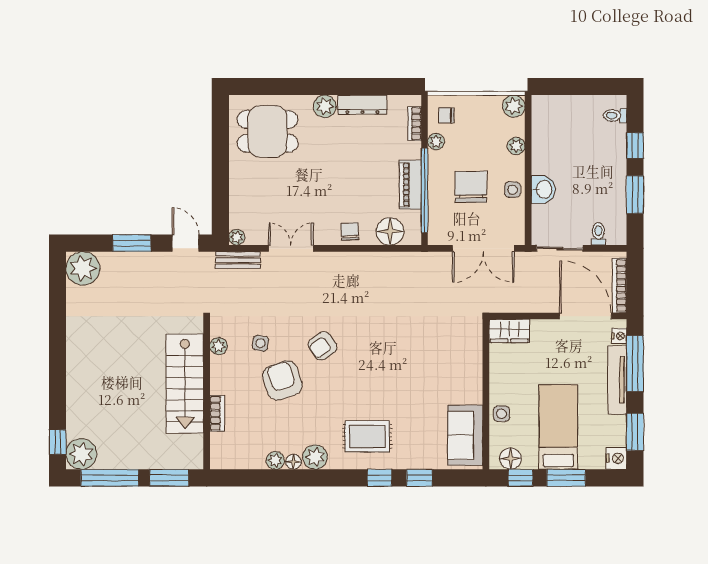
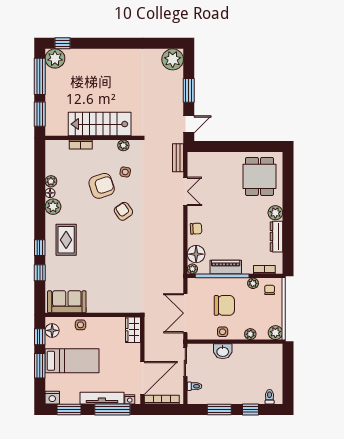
plant: (237, 237) -> (192, 269), moved

